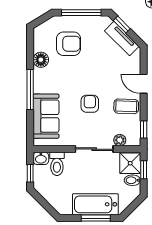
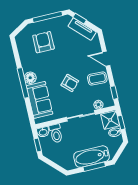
armchair: (69, 44) -> (43, 42), turned -90
floor lamp: (41, 60) -> (30, 78), moved
armchair: (90, 104) -> (70, 83), turned 134

